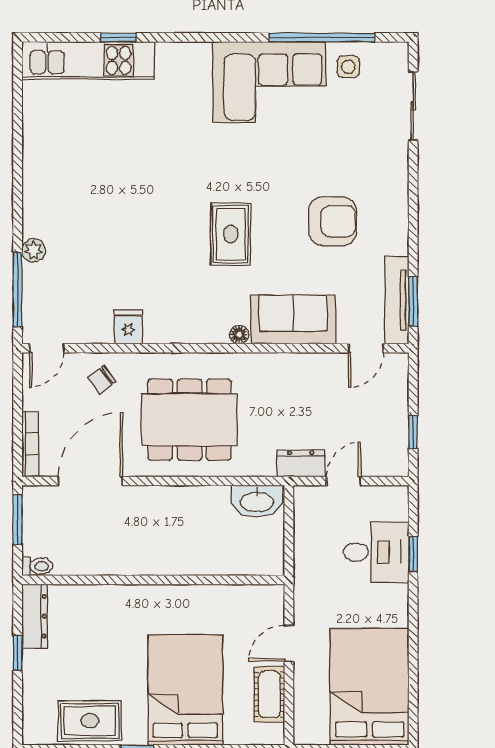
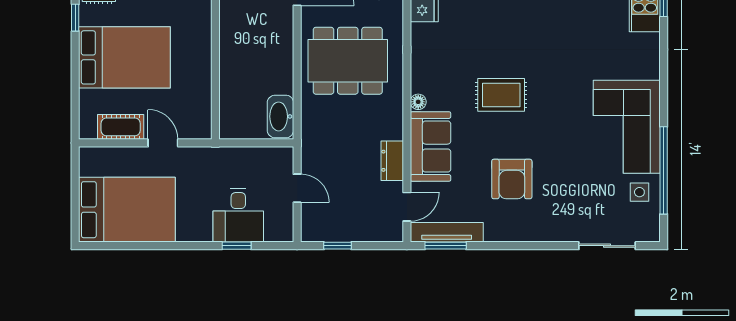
door: (366, 348) -> (407, 207), swing flipped
dining table: (189, 420) -> (348, 61), turned 90
dresser: (301, 463) -> (392, 161), moved, turned 180

